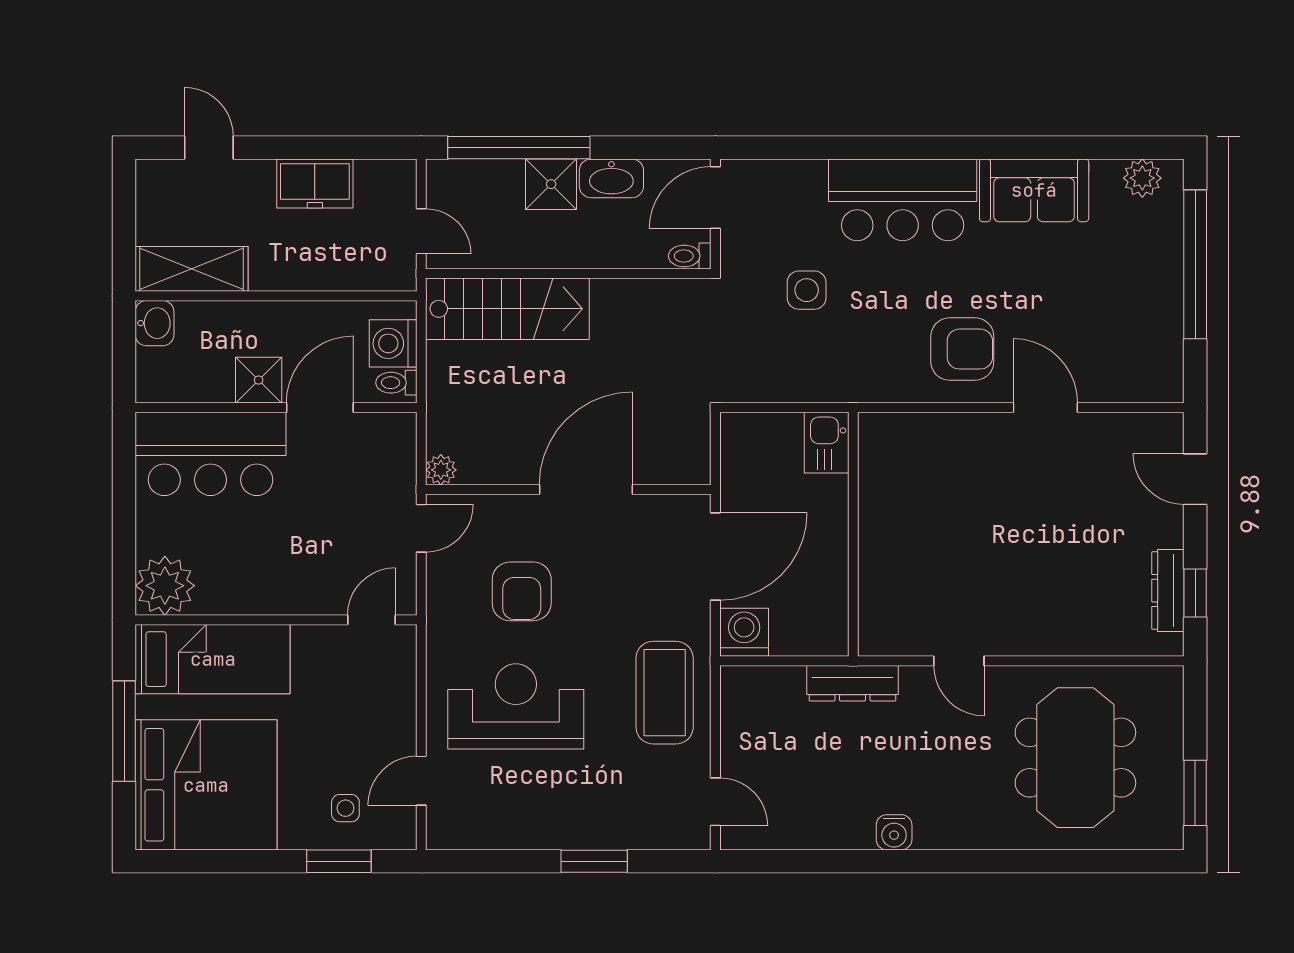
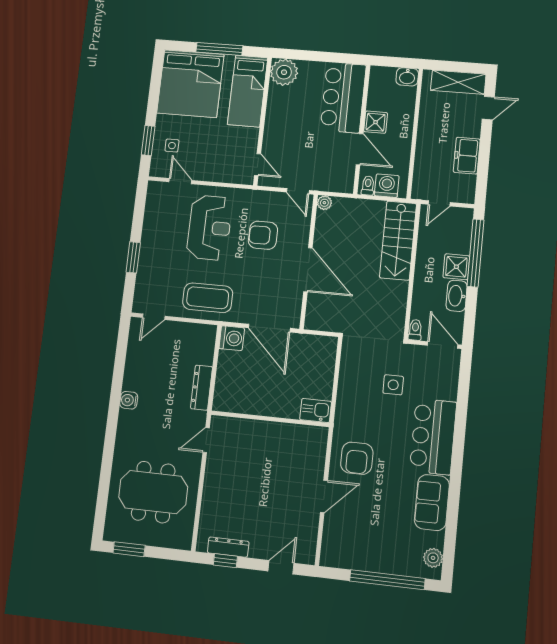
shelving: (192, 269) -> (458, 82), moved, turned 90
kitchen sink: (827, 443) -> (316, 411), moved
wall: (853, 534) -> (270, 419), moved

